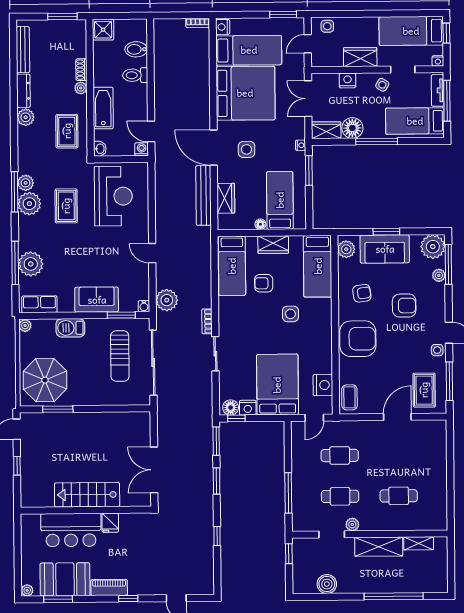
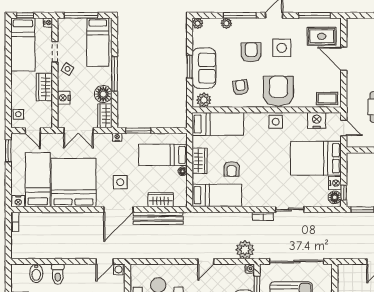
tv unit: (438, 90) -> (73, 23), removed
plant: (433, 247) -> (198, 23), width x0.53, depth x0.53
window: (448, 264) -> (240, 15), moved
side table: (290, 314) -> (276, 122), moved
side table: (437, 350) -> (282, 48), moved, width x1.87, depth x1.87

